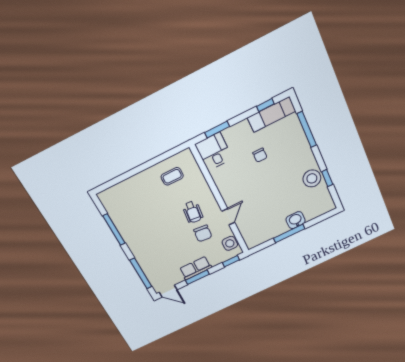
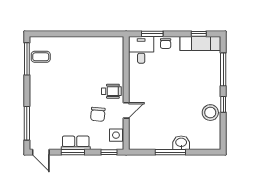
chair: (260, 155) -> (166, 44), moved
coffee table: (172, 176) -> (41, 57), moved
window: (327, 178) -> (223, 104), moved
wheelchair: (193, 212) -> (111, 91), moved, turned -96
window: (114, 230) -> (27, 59), moved

